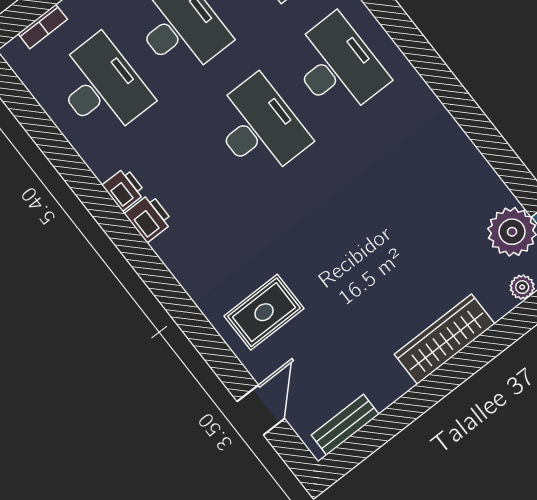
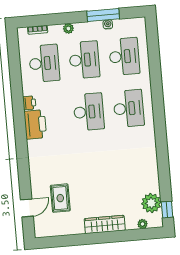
printer: (149, 218) -> (35, 124), width x1.87, depth x1.48
rug: (264, 312) -> (60, 198), moved, turned 90
bench: (345, 425) -> (52, 232), removed

